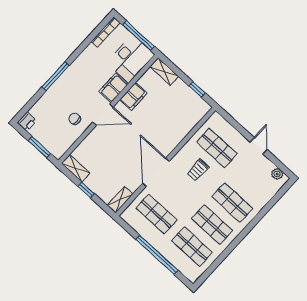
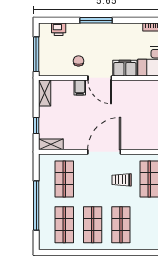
filing cabinet: (133, 96) -> (80, 88), moved, width x0.50
printer: (27, 121) -> (59, 29), moved
window: (39, 147) -> (36, 54), width x1.44
door: (156, 172) -> (104, 152), moved
window: (86, 190) -> (36, 126), moved

